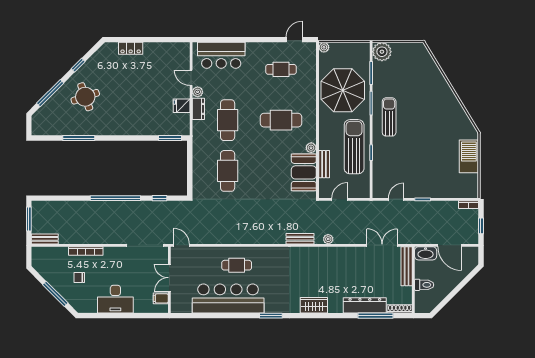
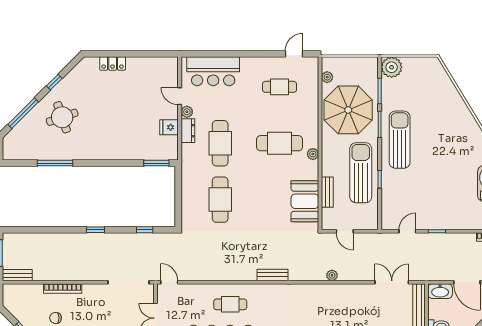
plant: (324, 47) -> (327, 77), moved
sun lounger: (389, 117) -> (400, 140), width x1.36, depth x1.34
plant: (311, 148) -> (313, 154), moved
window: (115, 198) -> (96, 230), width x0.32
door: (340, 199) -> (345, 231), swing flipped
bench: (300, 239) -> (272, 275), moved

